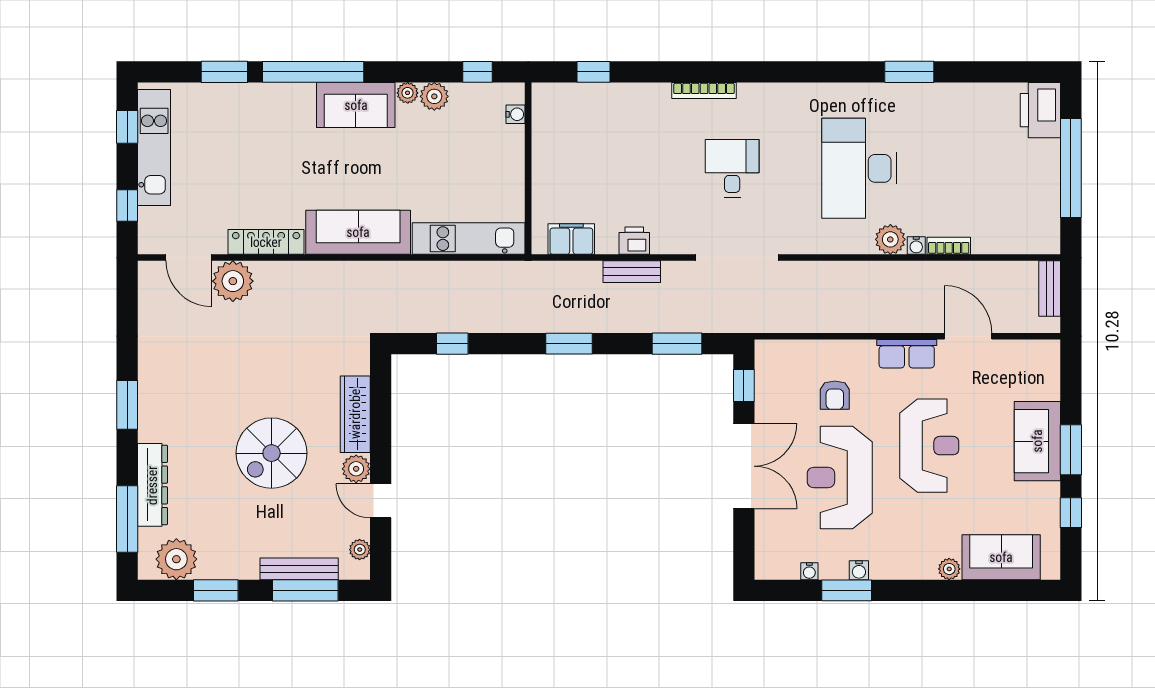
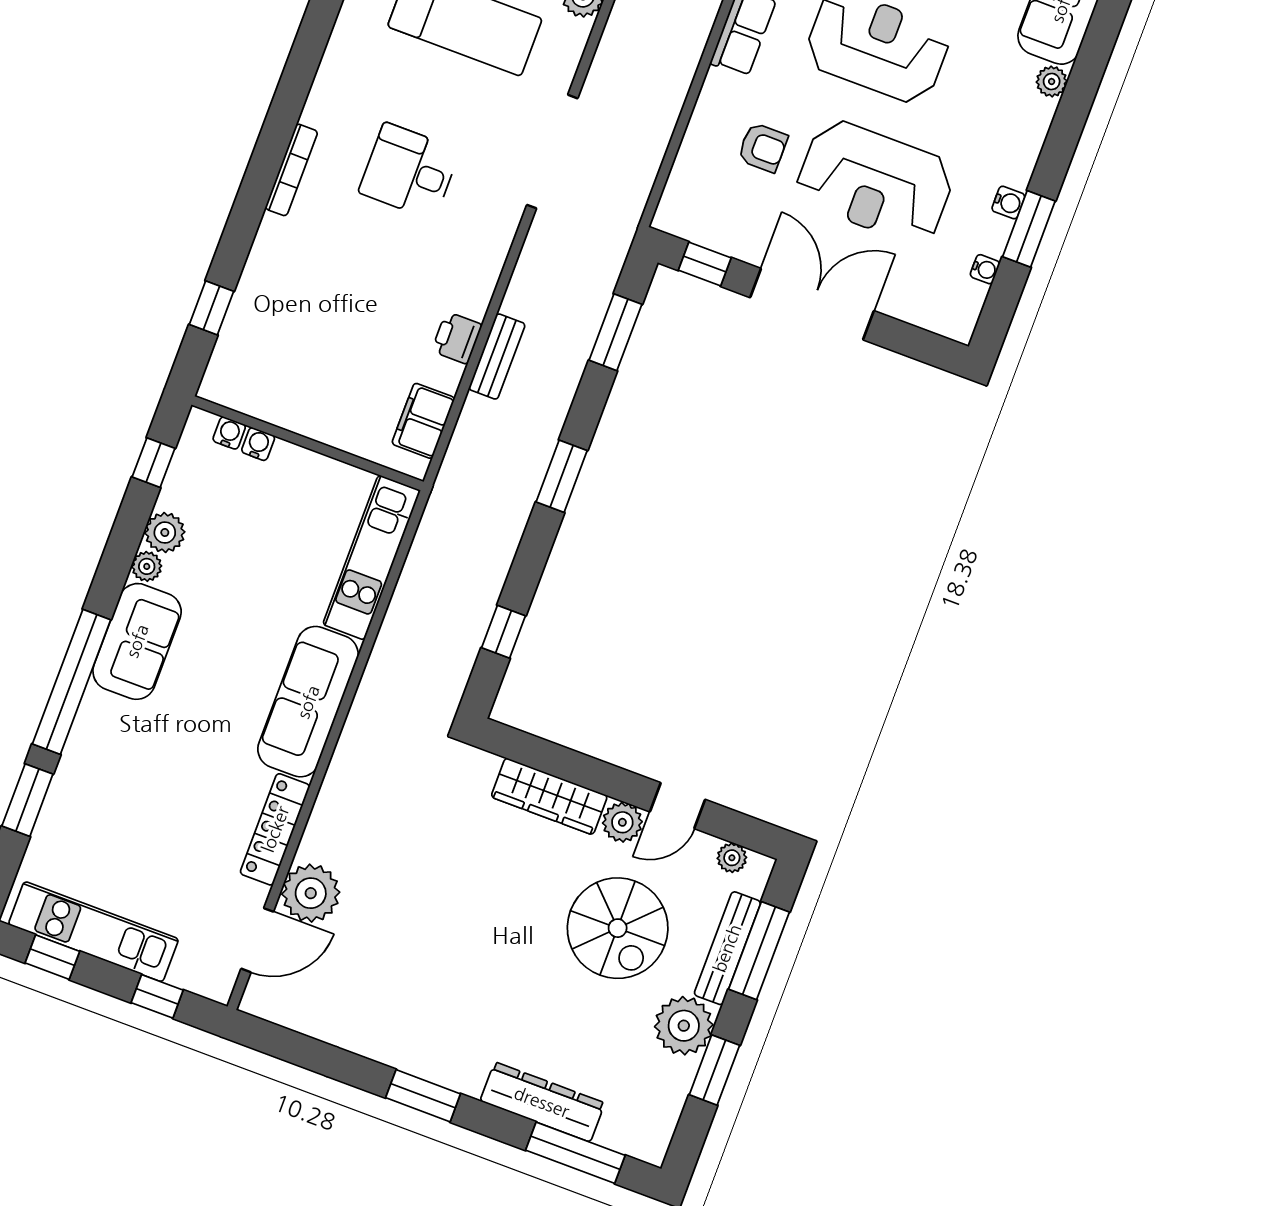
water cooler: (515, 136) -> (258, 444), added
doorway: (737, 258) -> (552, 152), moved
spiral stairs: (272, 453) -> (618, 928), moved
plant: (176, 559) -> (684, 1026), moved

